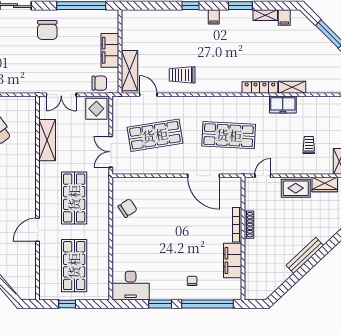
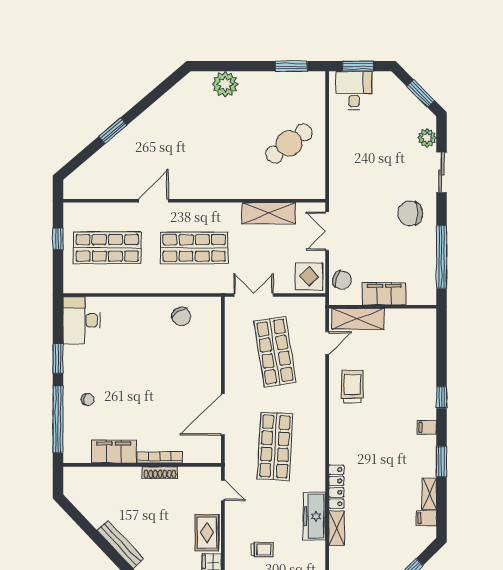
chair: (99, 83) -> (342, 280), turned -71
freezer: (283, 105) -> (314, 516), width x1.40
door: (38, 230) -> (153, 201), hinge flipped

